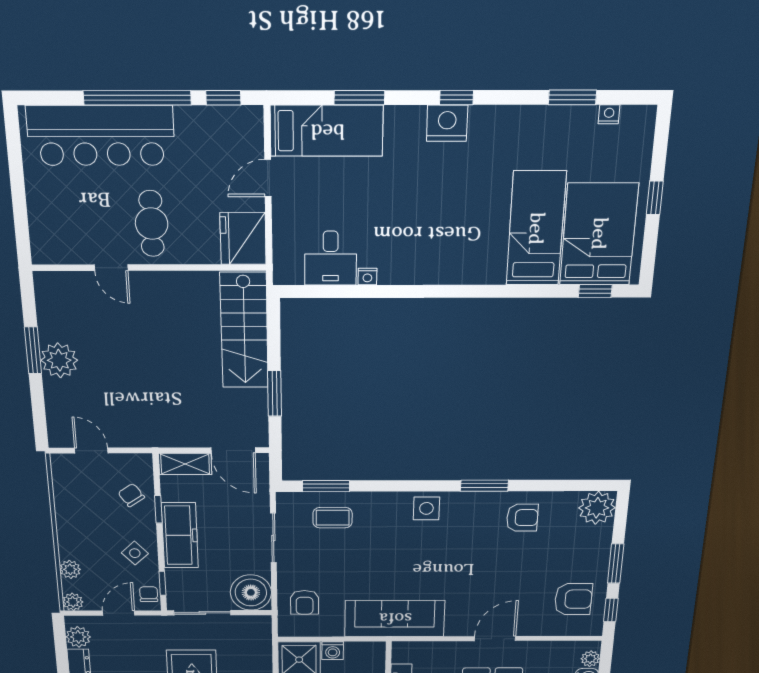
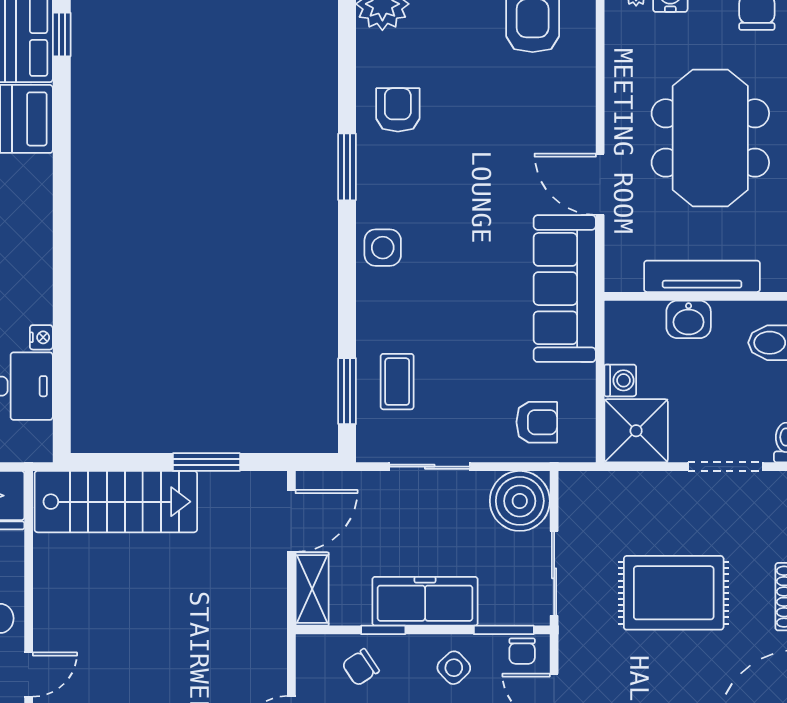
window: (162, 583) -> (504, 630), width x1.50
chair: (149, 594) -> (522, 651), turned -90
door: (495, 639) -> (600, 184), moved

